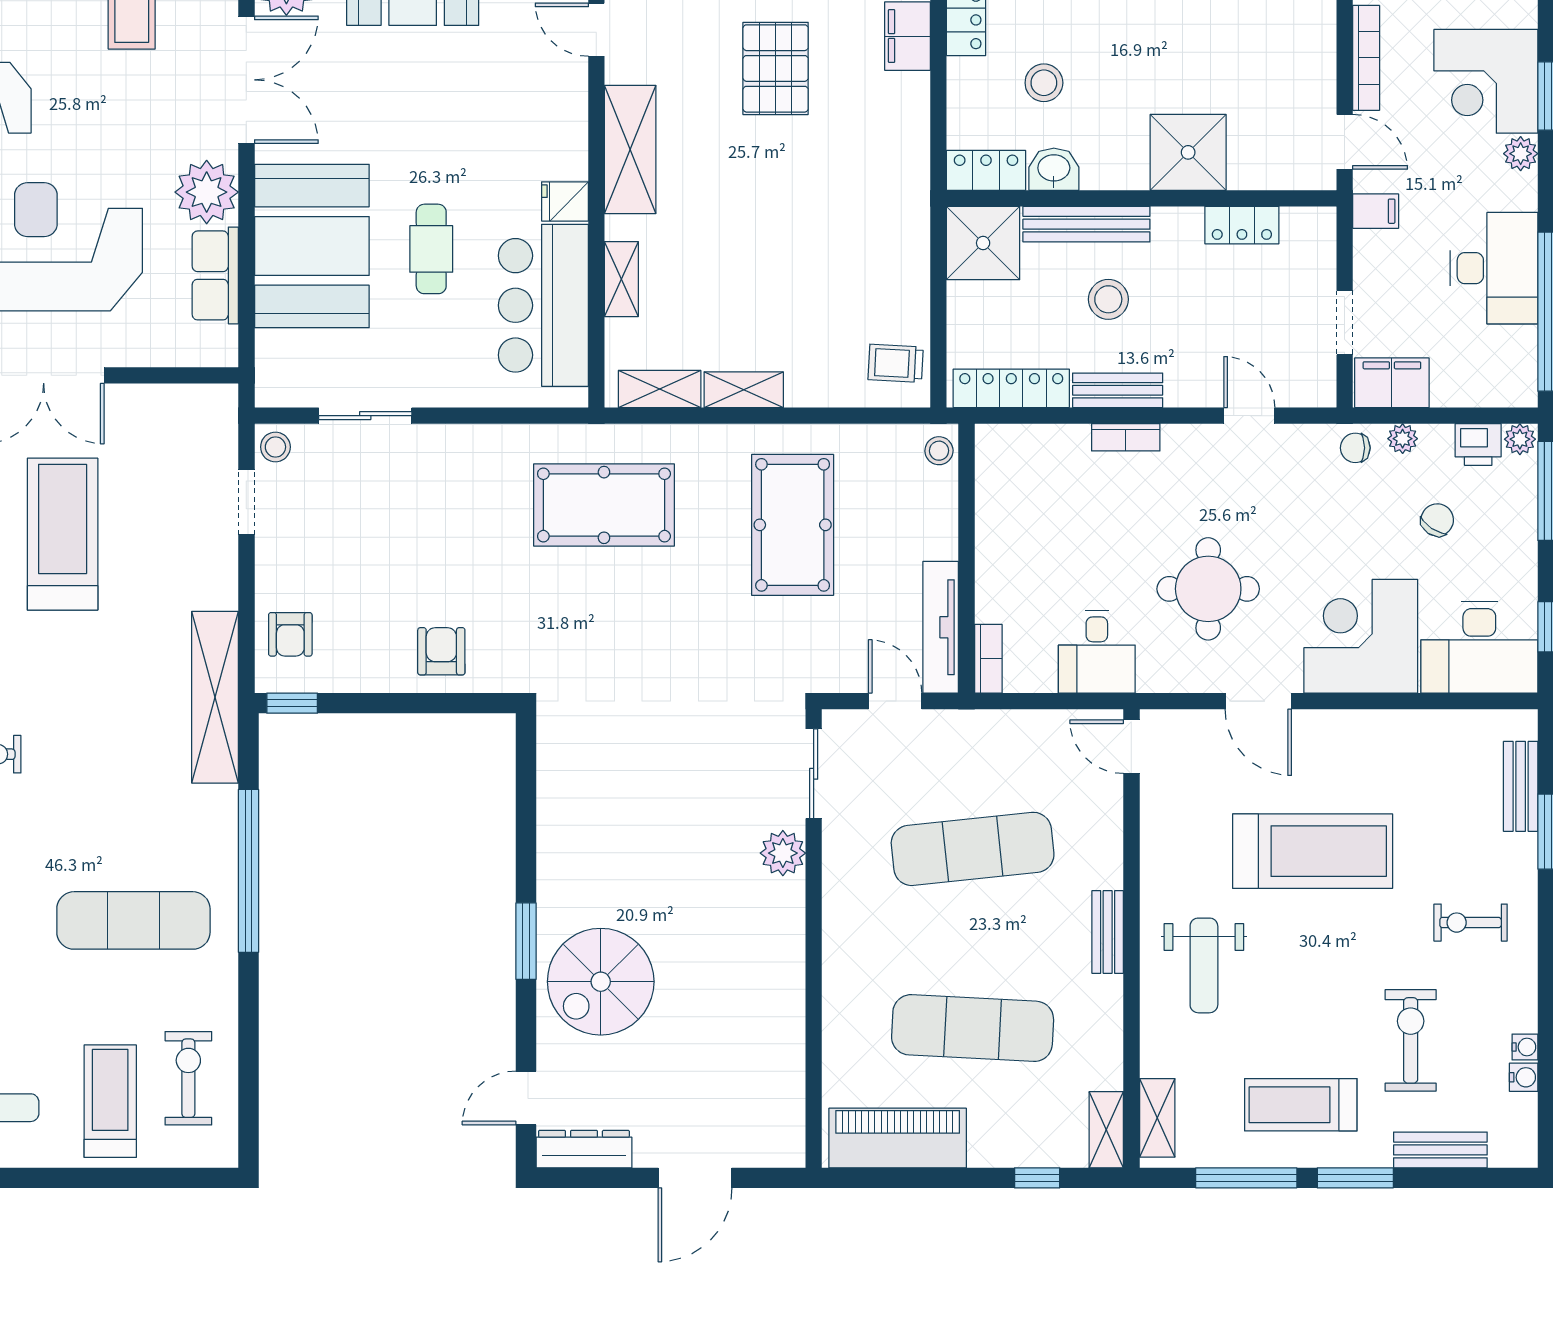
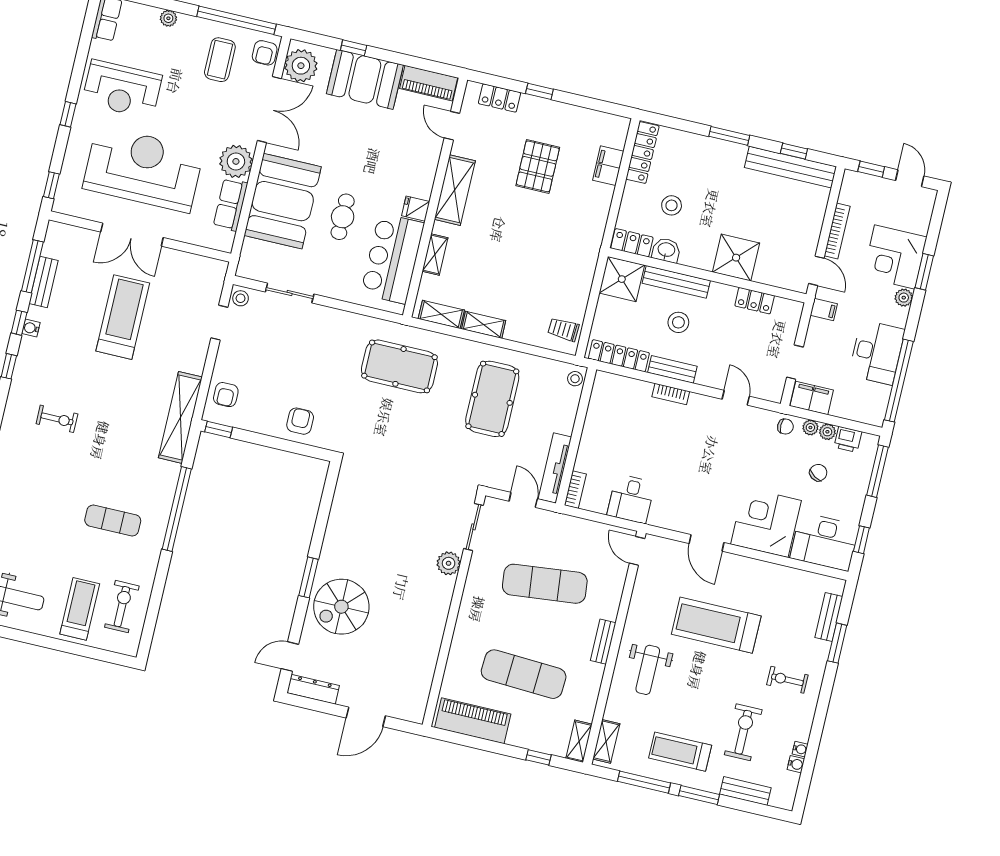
plant: (1520, 439) -> (827, 432), moved
chair: (1355, 448) -> (785, 427), turned 180
round table: (1208, 589) -> (694, 480), removed
treadmill: (1313, 851) -> (716, 625), turned 180
exercise mat: (133, 920) -> (113, 520), width x0.73, depth x0.69

